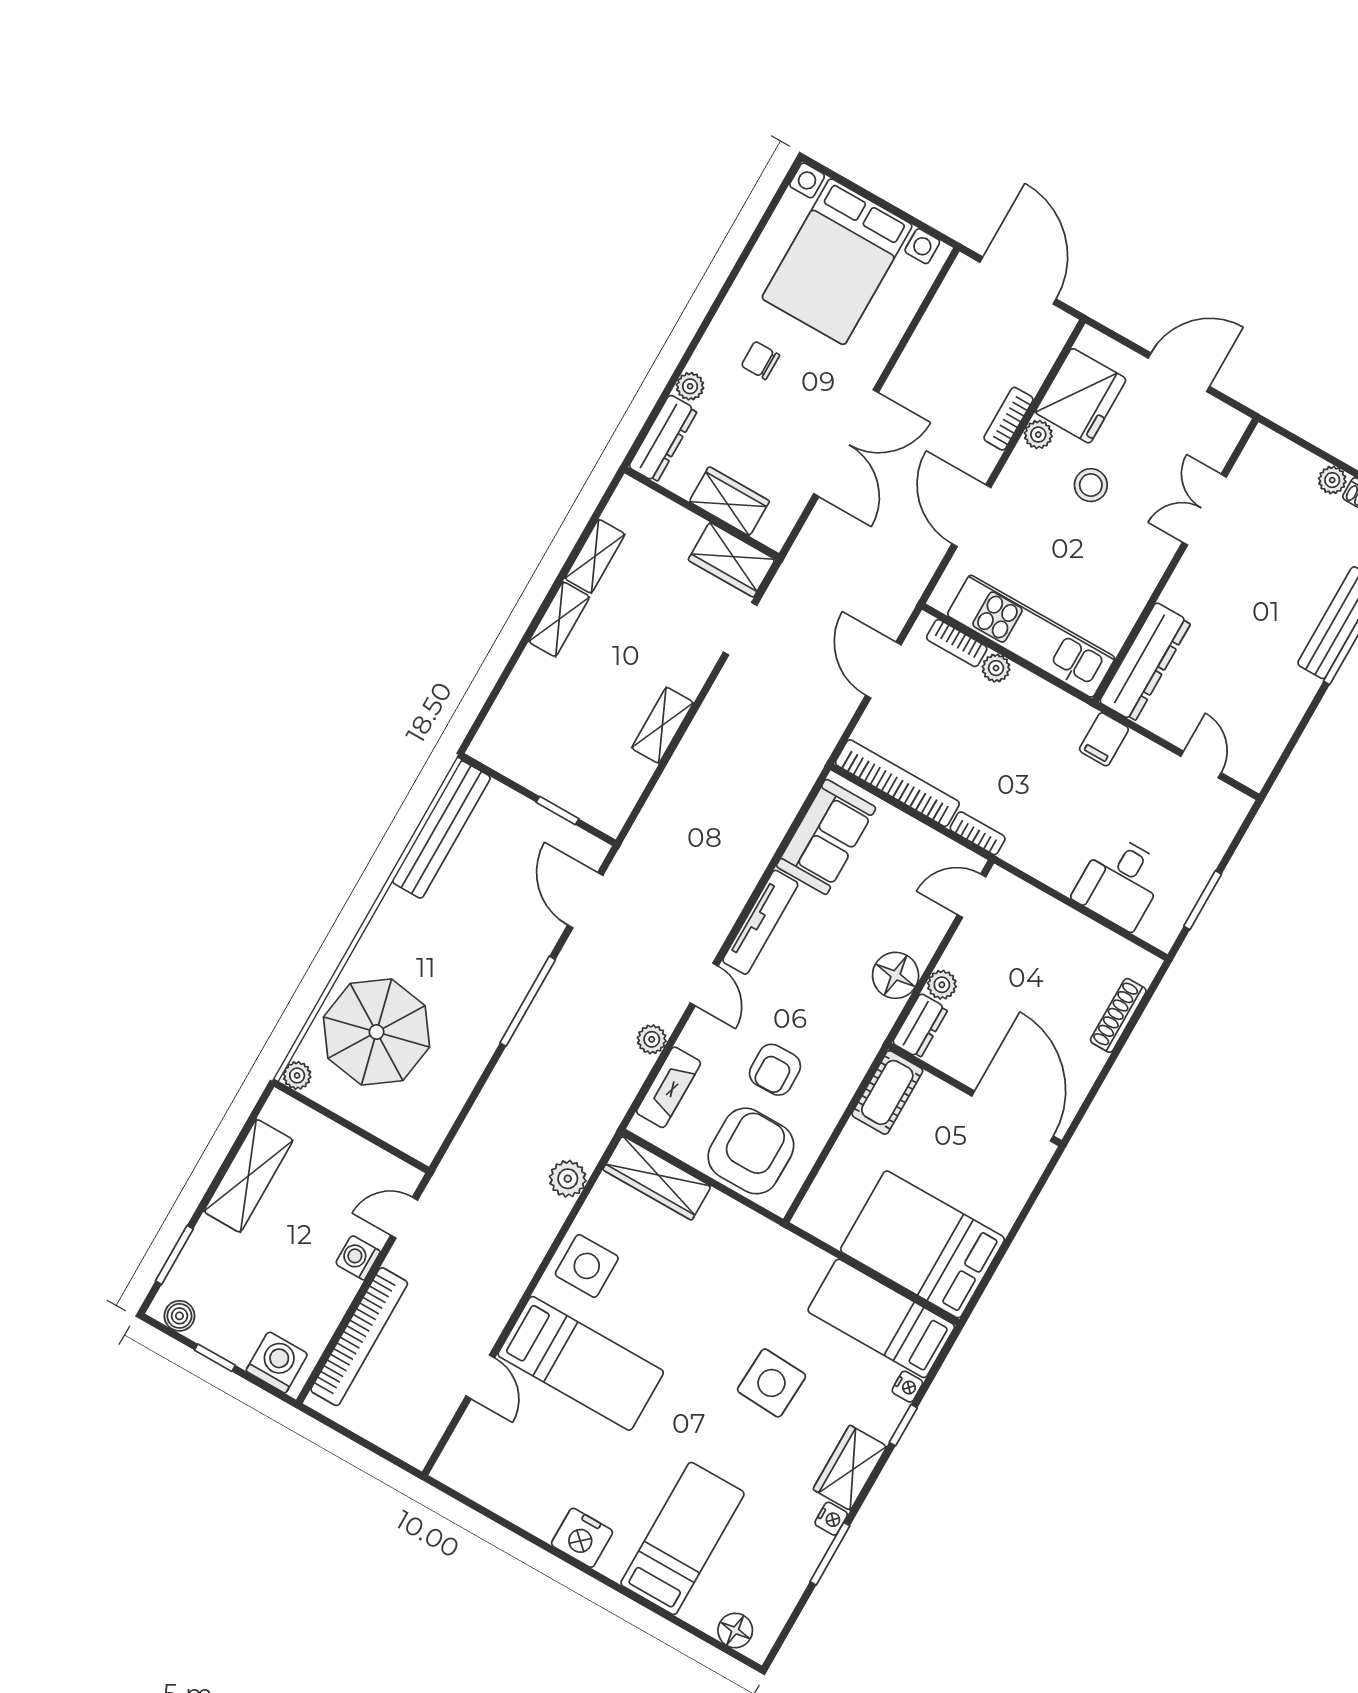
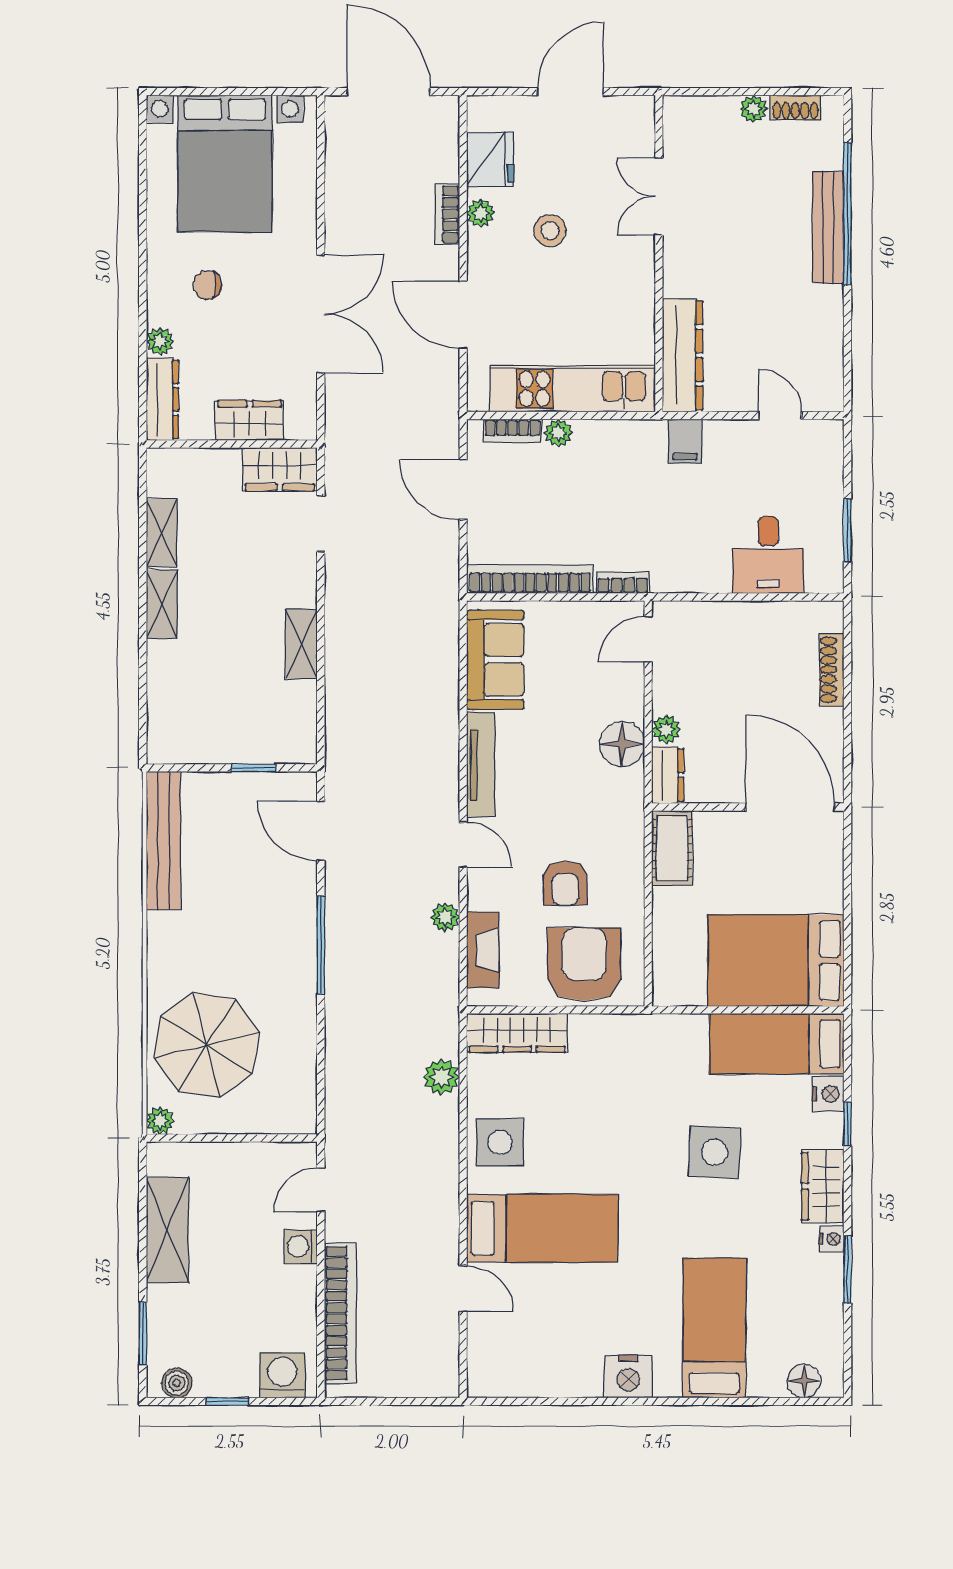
fridge: (1081, 396) -> (490, 159), width x0.73, depth x0.75
nightstand: (907, 1387) -> (828, 1094), width x1.39, depth x1.35

